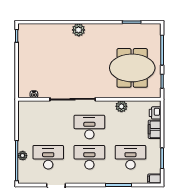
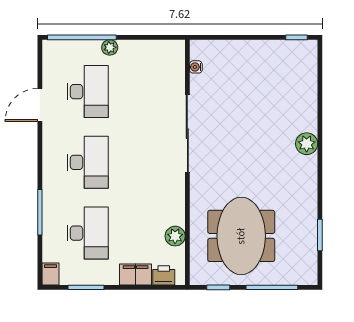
plant: (121, 106) -> (175, 236), moved
desk: (89, 127) -> (140, 162), removed
plant: (23, 156) -> (110, 47), moved

